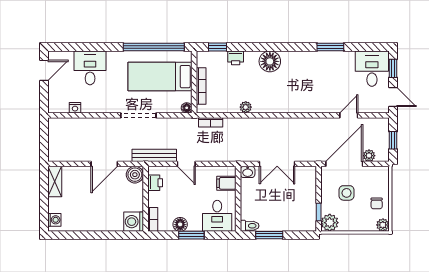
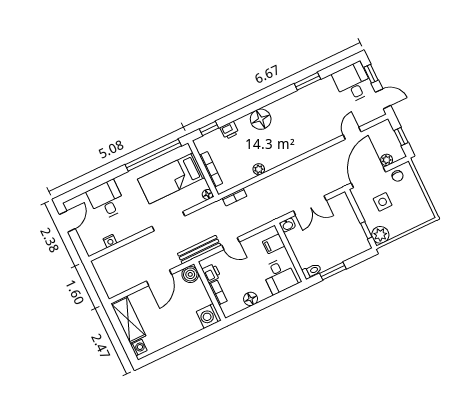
shelving: (55, 181) -> (128, 320), width x1.50, depth x1.33
chair: (377, 203) -> (398, 176), moved
bookcase: (153, 219) -> (218, 293), moved
plant: (383, 225) -> (428, 215), removed
window: (191, 235) -> (265, 304), removed

